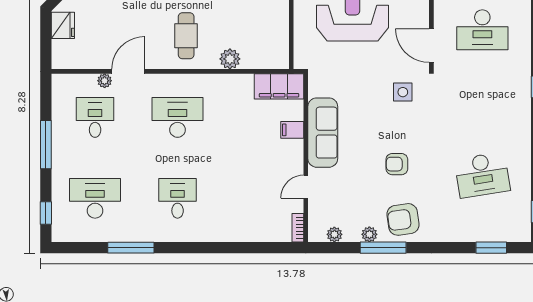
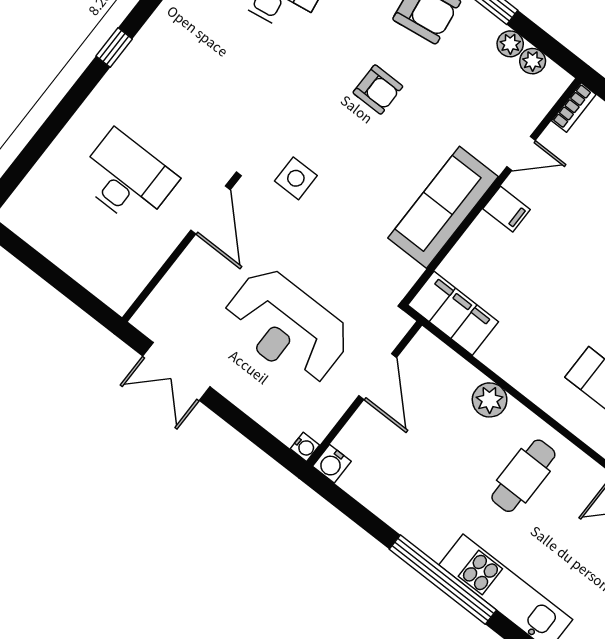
door: (291, 29) -> (378, 377), added
filing cabinet: (292, 130) -> (507, 209), moved
plant: (369, 234) -> (510, 44), moved

